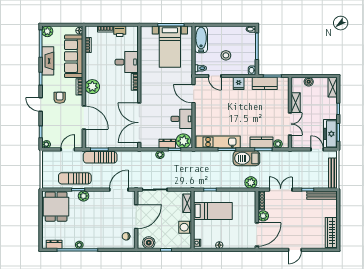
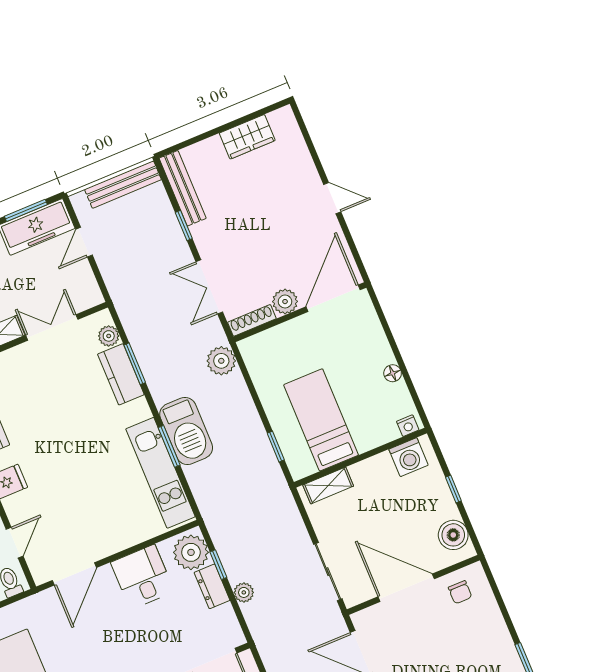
barbecue: (246, 158) -> (186, 431), moved
washing machine: (185, 227) -> (409, 457), moved
wardrobe: (331, 233) -> (247, 137), width x0.67
door: (257, 235) -> (333, 298), hinge flipped

